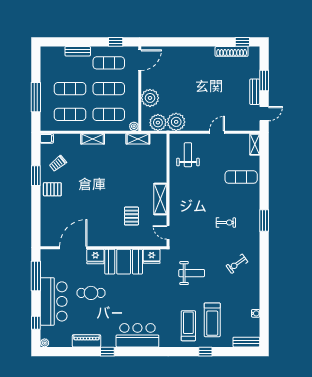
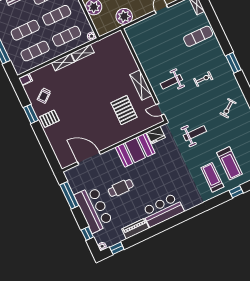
plant: (158, 123) -> (110, 24), removed
shelving: (138, 139) -> (83, 53), moved
weight bench: (188, 155) -> (171, 82), moved, turned -90
pallet: (131, 216) -> (124, 110), width x1.50, depth x1.42
door: (73, 248) -> (89, 158), hinge flipped
fridge: (95, 256) -> (110, 157), removed
bar counter: (137, 335) -> (163, 210), moved
window: (107, 352) -> (117, 248), moved

